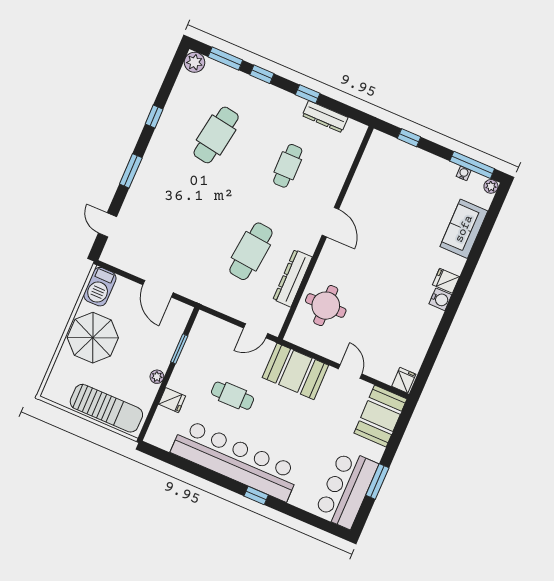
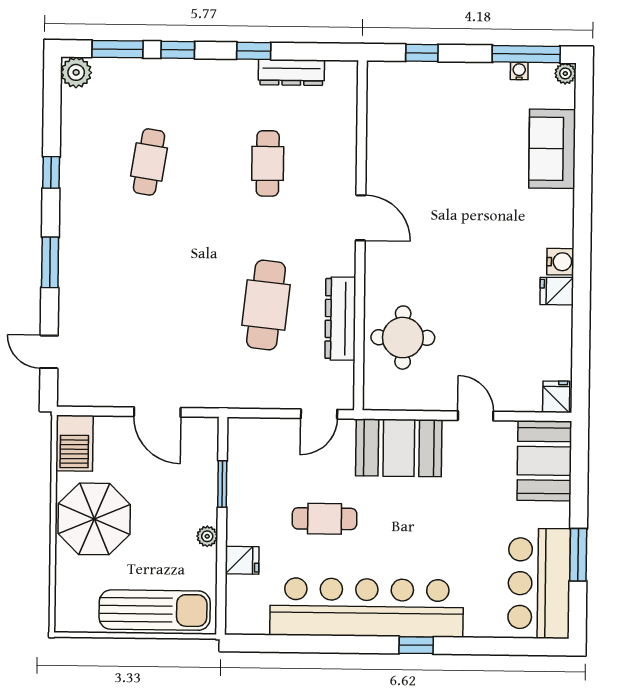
cafe table: (216, 135) -> (149, 162), width x0.73, depth x0.74
fridge: (446, 281) -> (557, 291), moved

